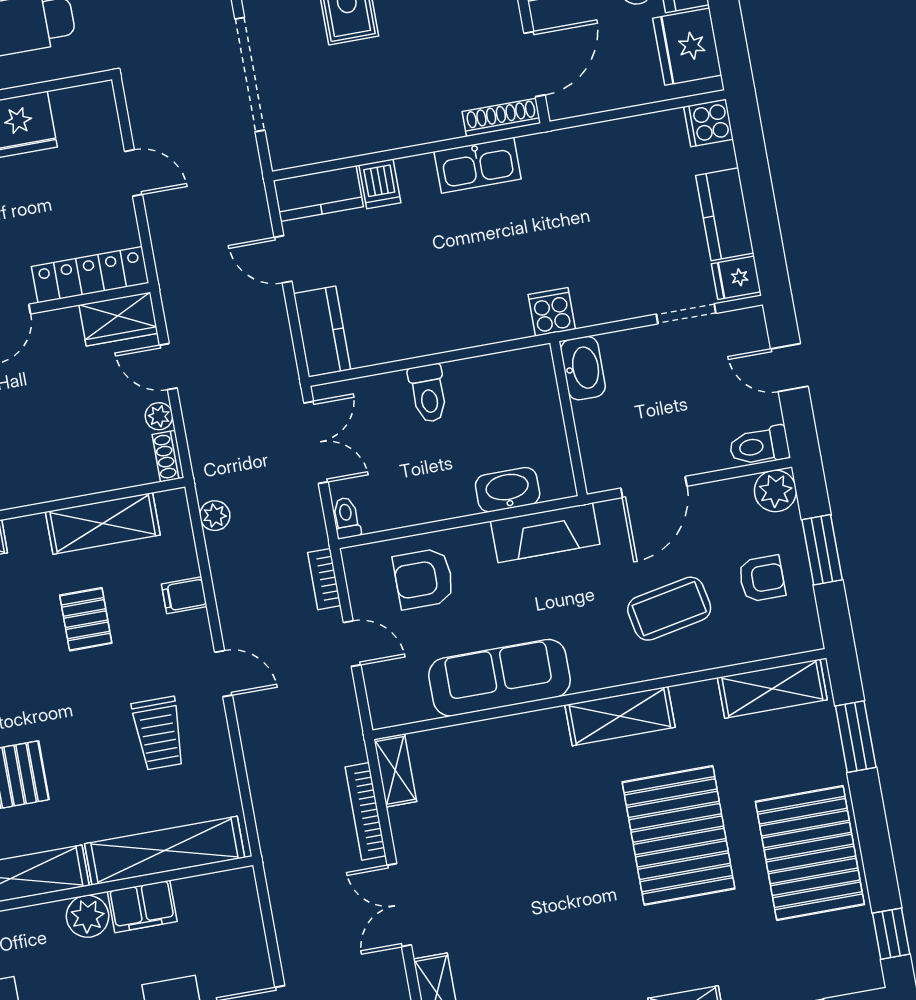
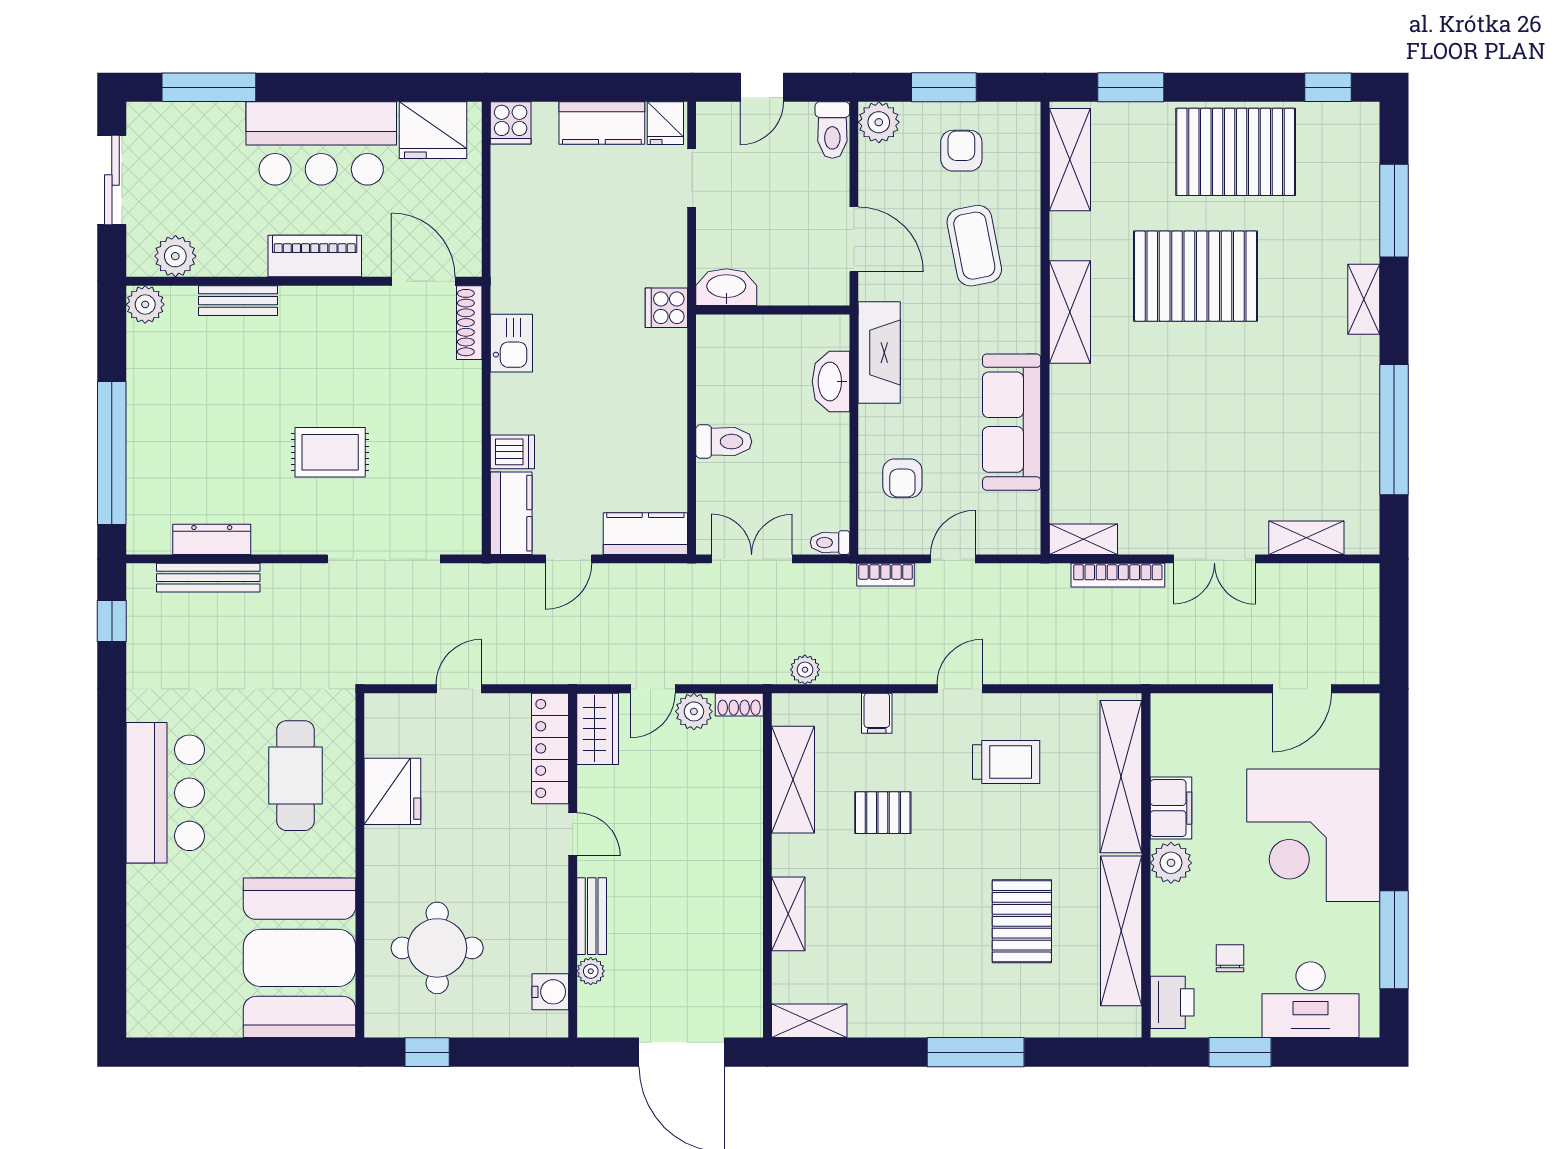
kitchen sink: (478, 165) -> (511, 343), width x0.73
plant: (159, 416) -> (694, 711), width x1.38, depth x1.38
armchair: (424, 579) -> (902, 478), width x0.72, depth x0.72

